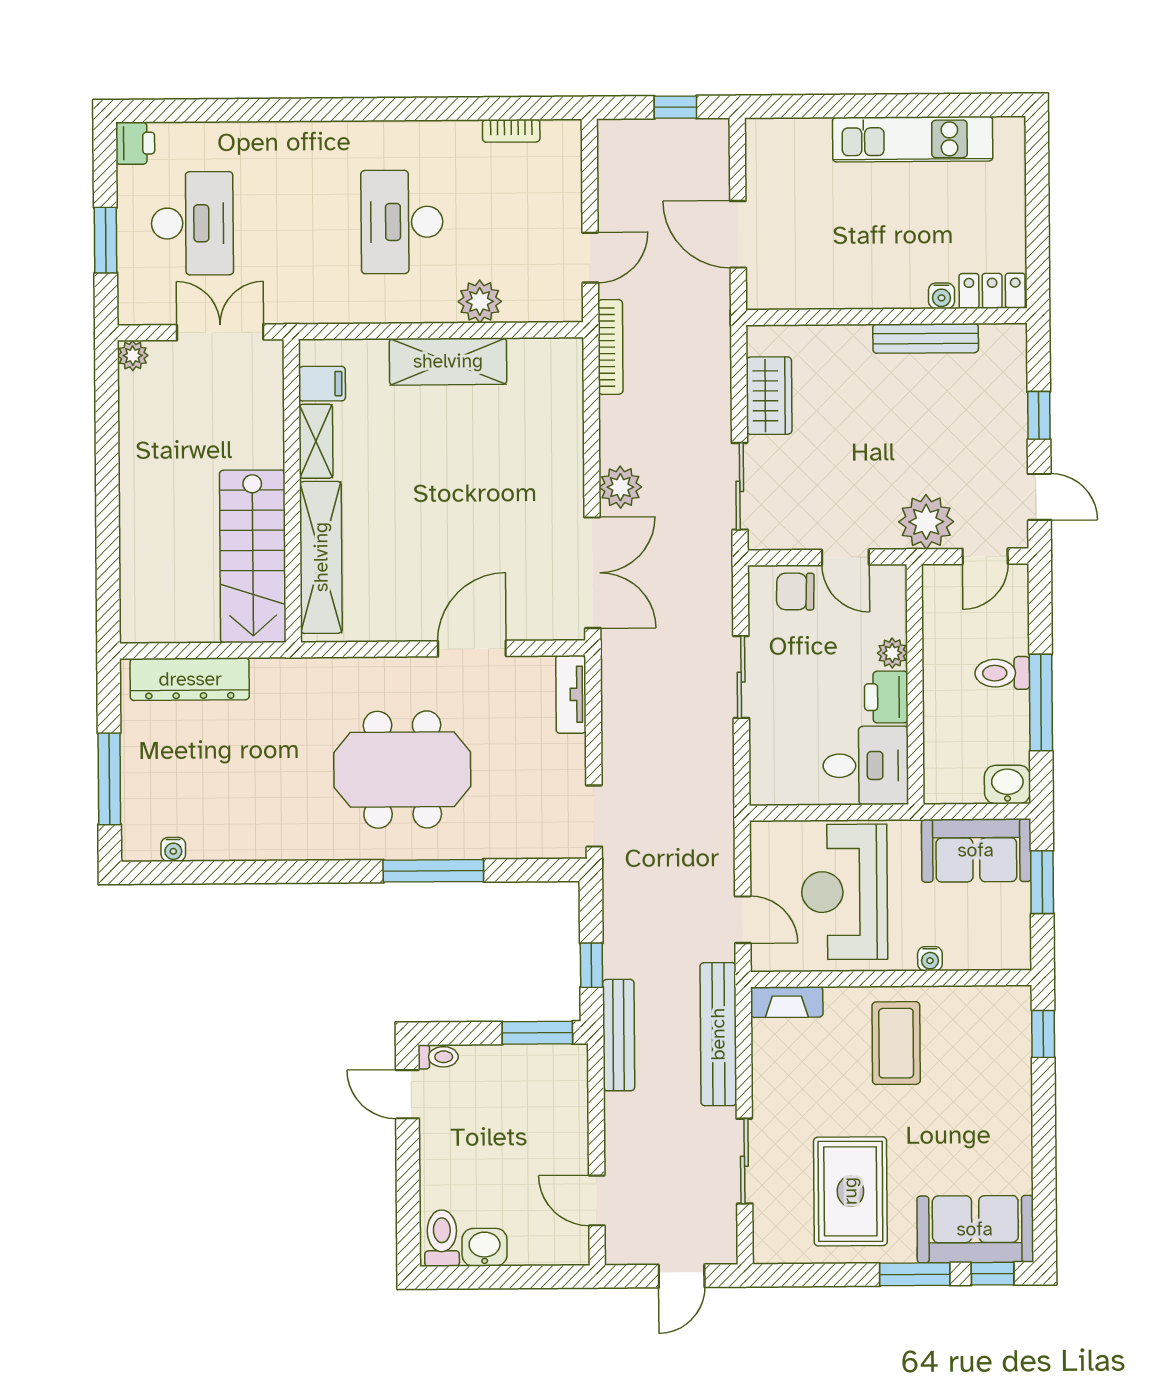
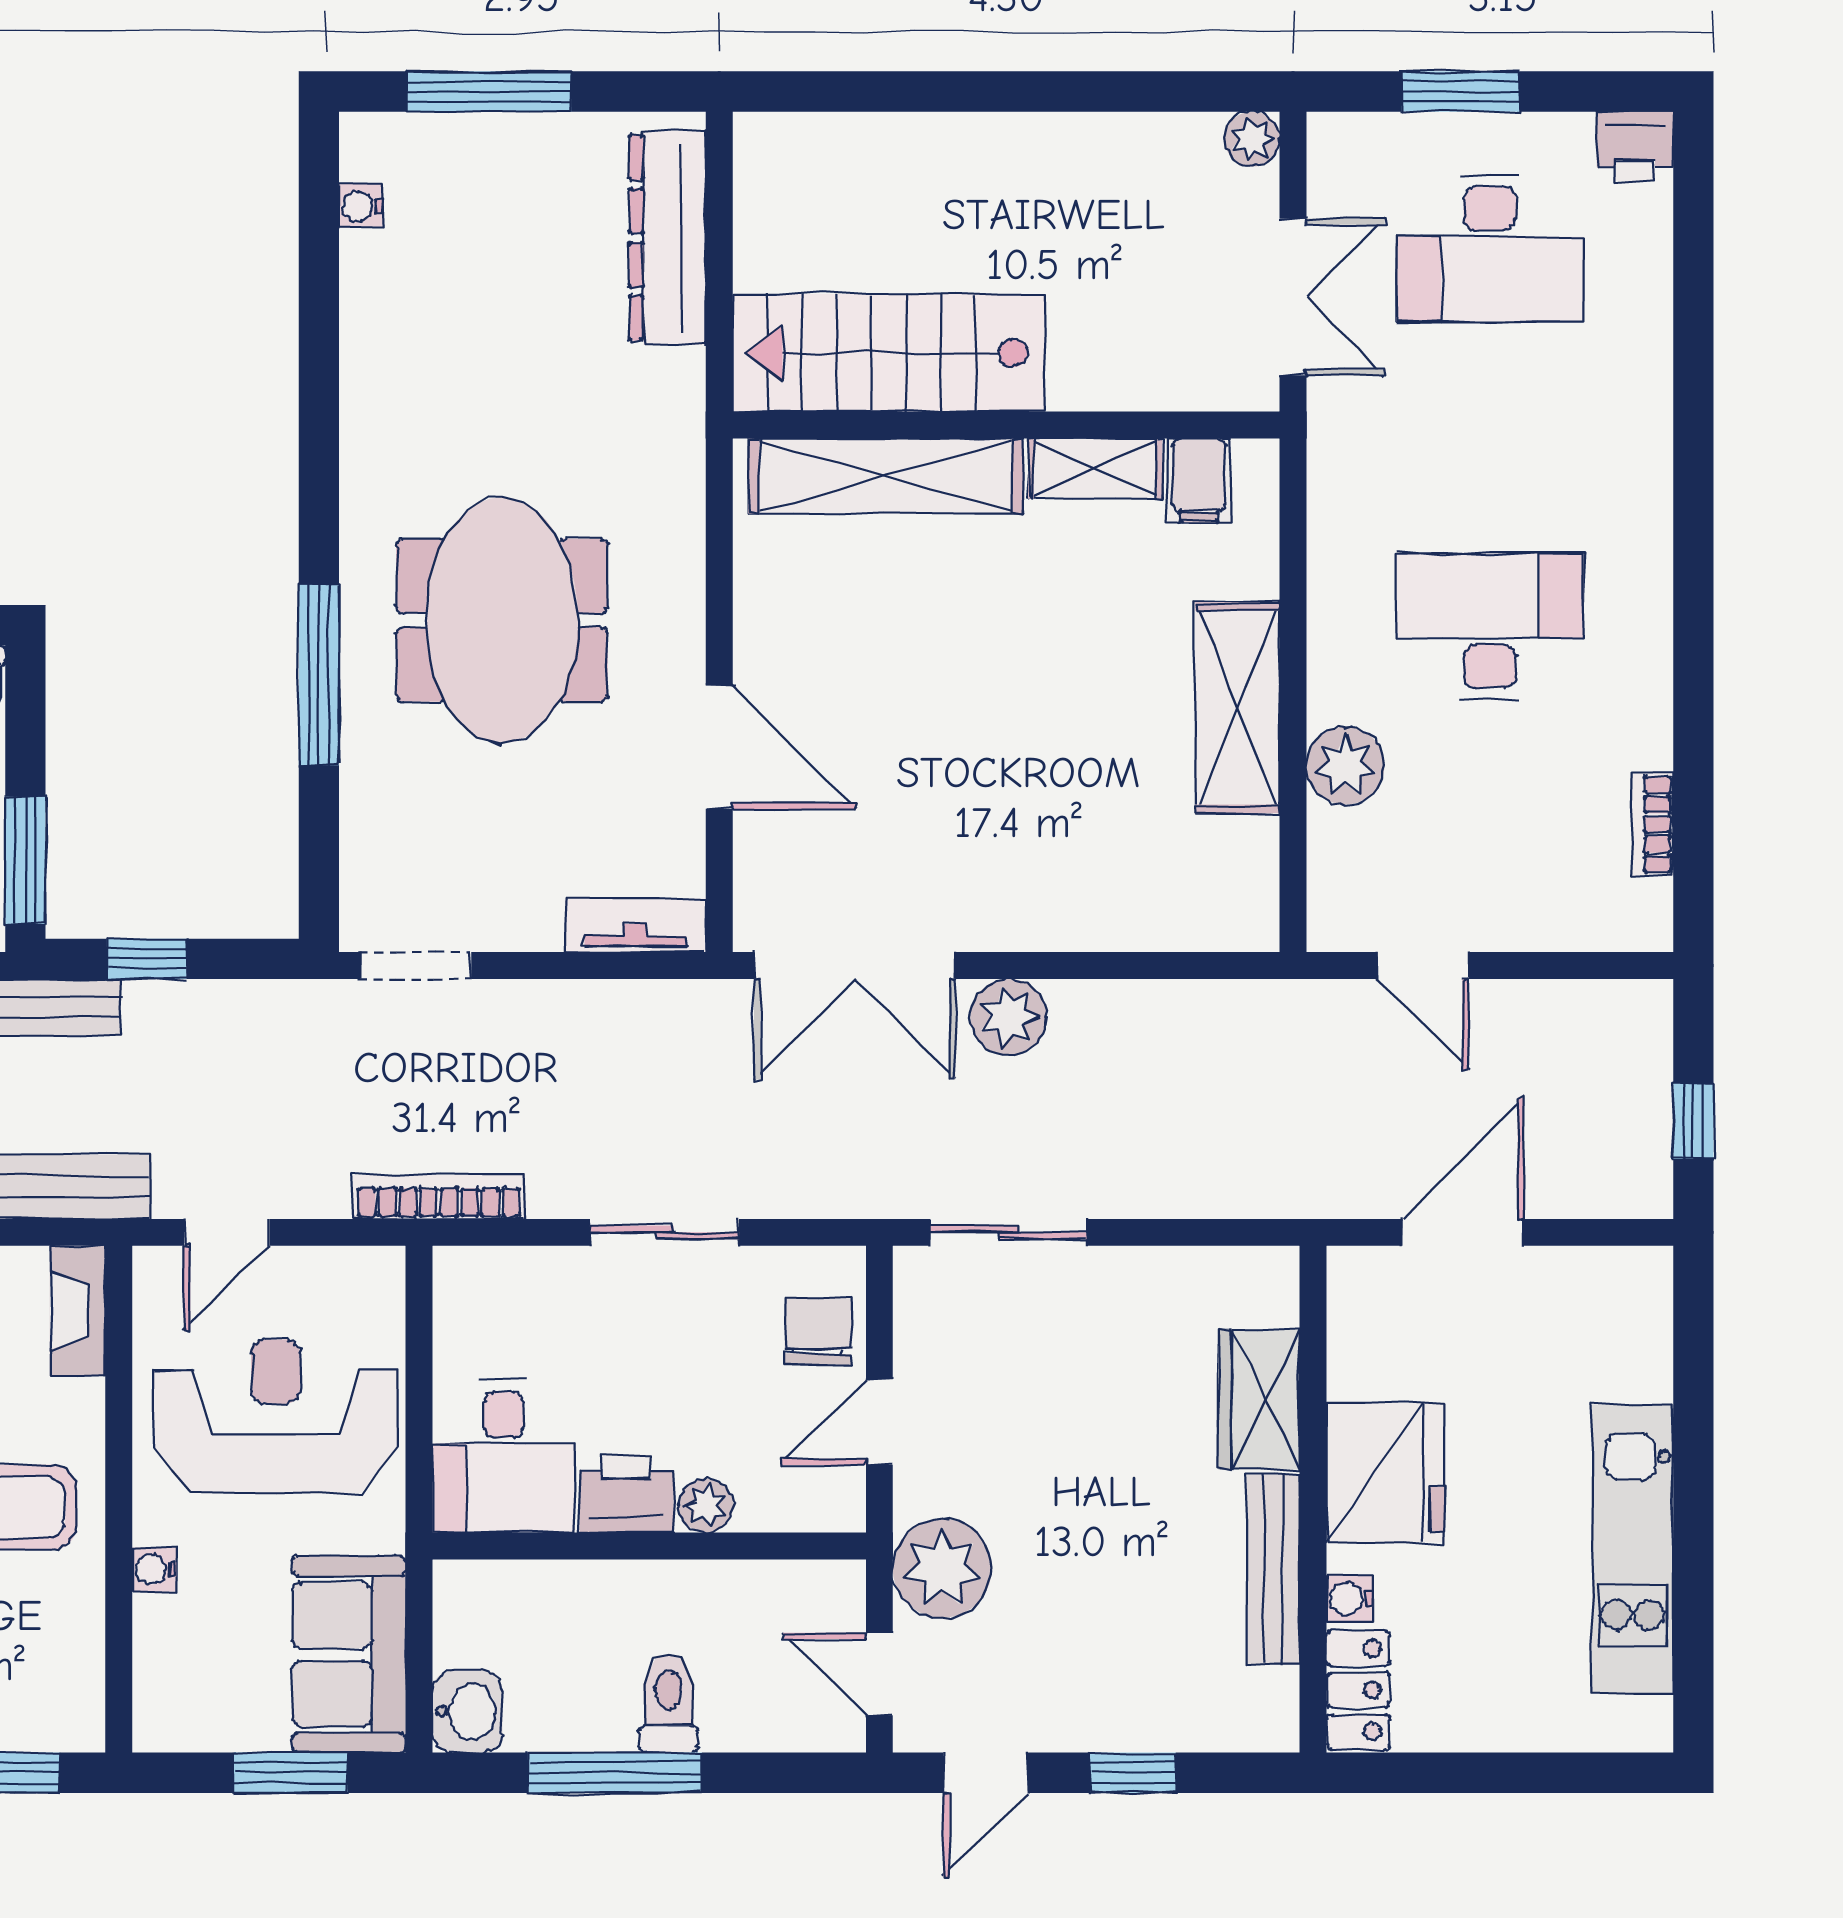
fridge: (872, 277) -> (1385, 1473), added
bookcase: (610, 347) -> (439, 1197), moved, turned 180
wardrobe: (769, 396) -> (1259, 1399), moved, turned 90

